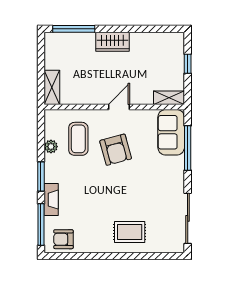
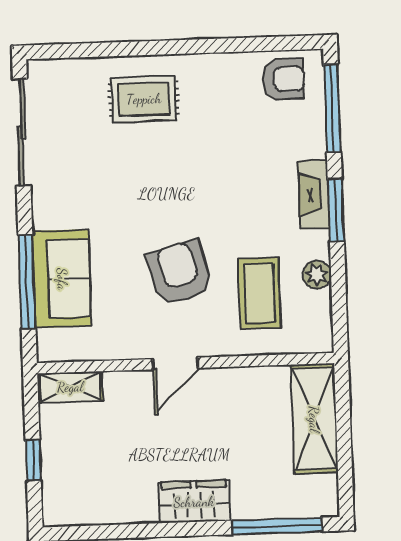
shelving: (52, 87) -> (314, 419), width x1.50, depth x1.33
sofa: (171, 132) -> (62, 279), moved
fireplace: (51, 200) -> (314, 195), moved

